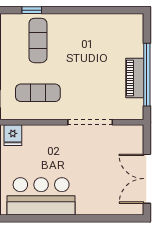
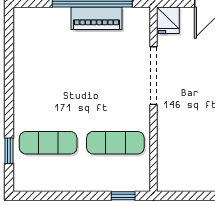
exercise mat: (38, 93) -> (115, 143), turned 90
fridge: (13, 135) -> (168, 20), moved, turned 90

